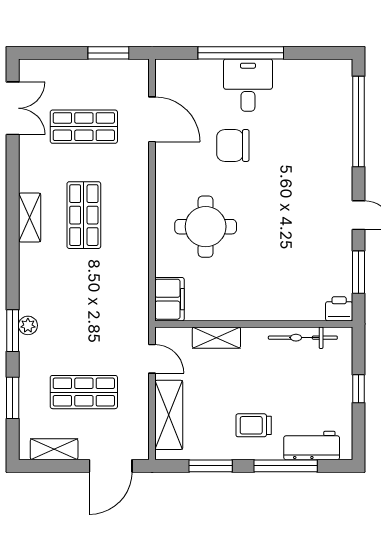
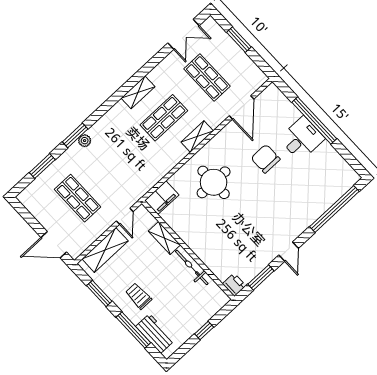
window: (108, 53) -> (239, 40), moved
bicycle: (303, 338) -> (192, 267), moved
shelving: (54, 449) -> (197, 136), moved, turned 90

